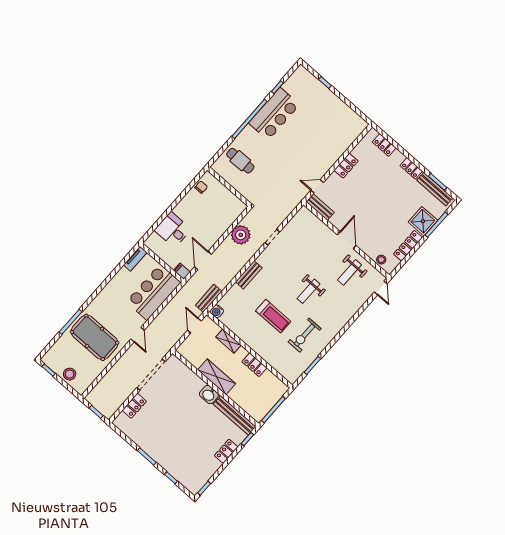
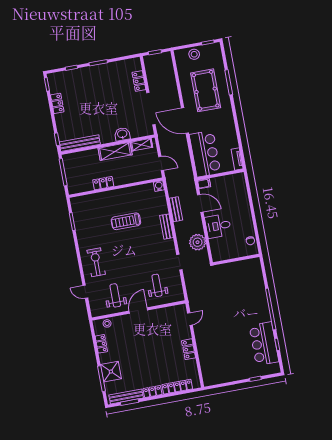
bar counter: (274, 114) -> (264, 344), moved
locker: (384, 145) -> (177, 387), width x1.53
cafe table: (240, 161) -> (247, 281), removed
bench: (320, 207) -> (174, 310), removed
desk: (173, 230) -> (218, 226), moved, turned 180
door: (347, 240) -> (138, 311), swing flipped
locker: (408, 246) -> (101, 344), width x0.66
door: (381, 288) -> (85, 292), moved
weight bench: (309, 291) -> (157, 285), moved
bench: (209, 298) -> (176, 209), moved
door: (137, 335) -> (185, 121), width x1.88
exercise bike: (305, 335) -> (96, 262), moved
pool table: (95, 337) -> (206, 90), turned 90
shelving: (228, 341) -> (142, 145), moved
washbasin: (209, 395) -> (122, 134), moved
locker: (226, 451) -> (57, 103), moved

